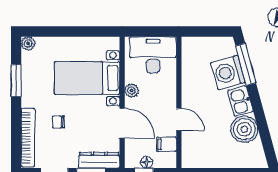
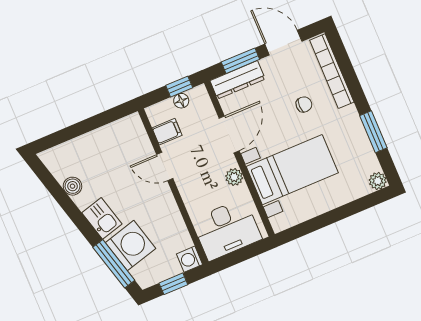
window: (209, 32) -> (173, 284), added
washing machine: (189, 44) -> (190, 259), added
door: (122, 123) -> (229, 134), swing flipped
boiler: (244, 129) -> (73, 186), width x0.54, depth x0.54

